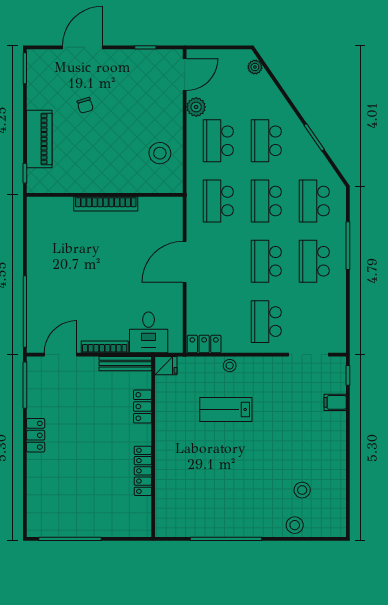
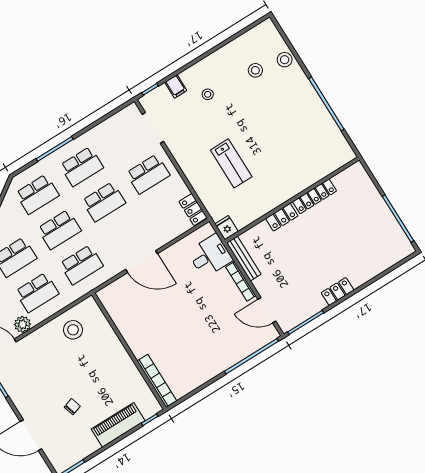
bookcase: (106, 204) -> (157, 381), moved
stool: (230, 366) -> (208, 94), moved
locker: (142, 407) -> (282, 217), moved

